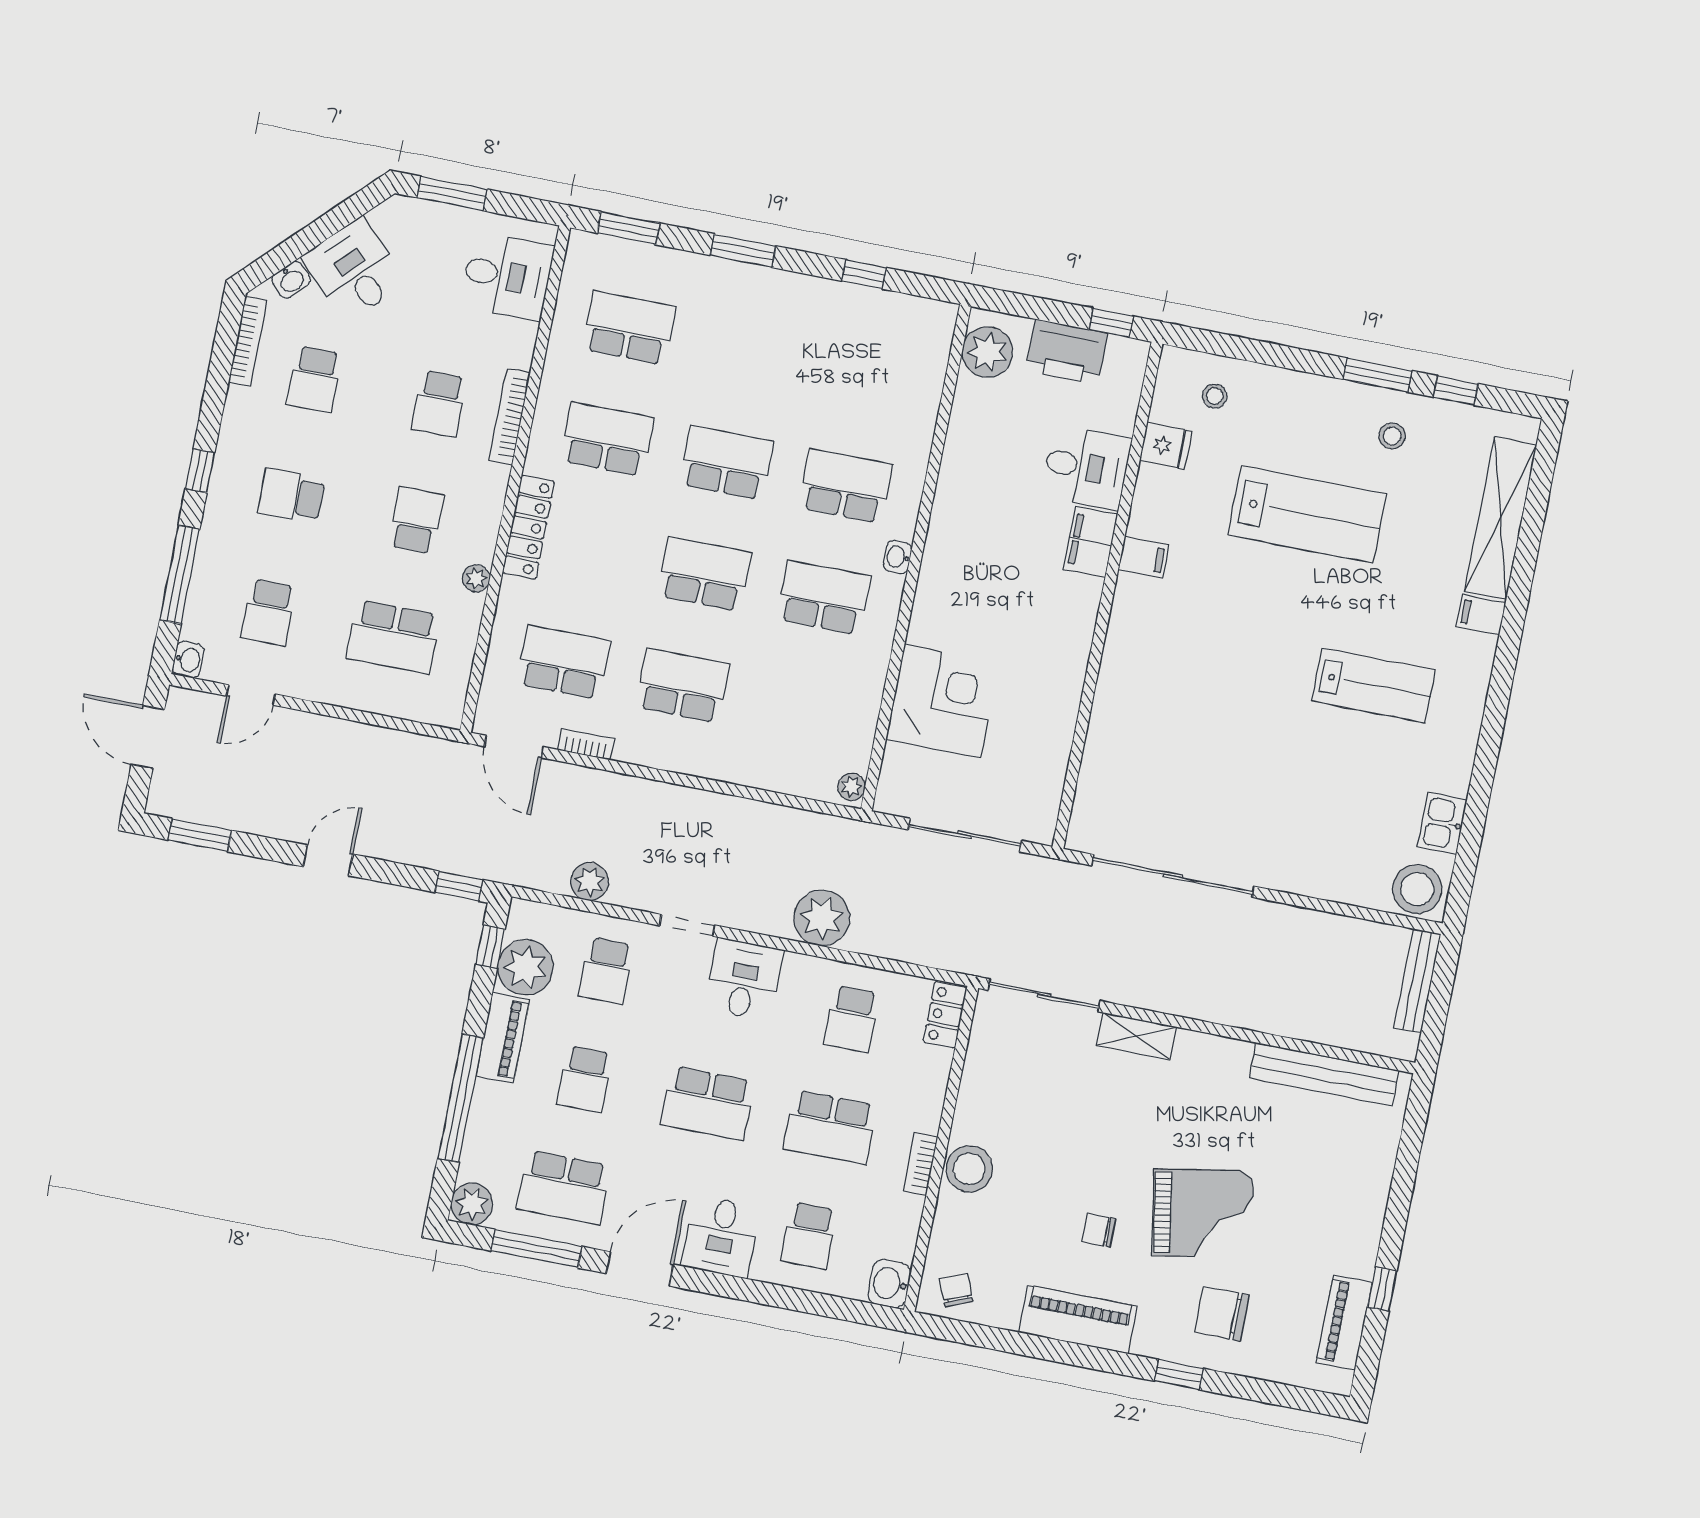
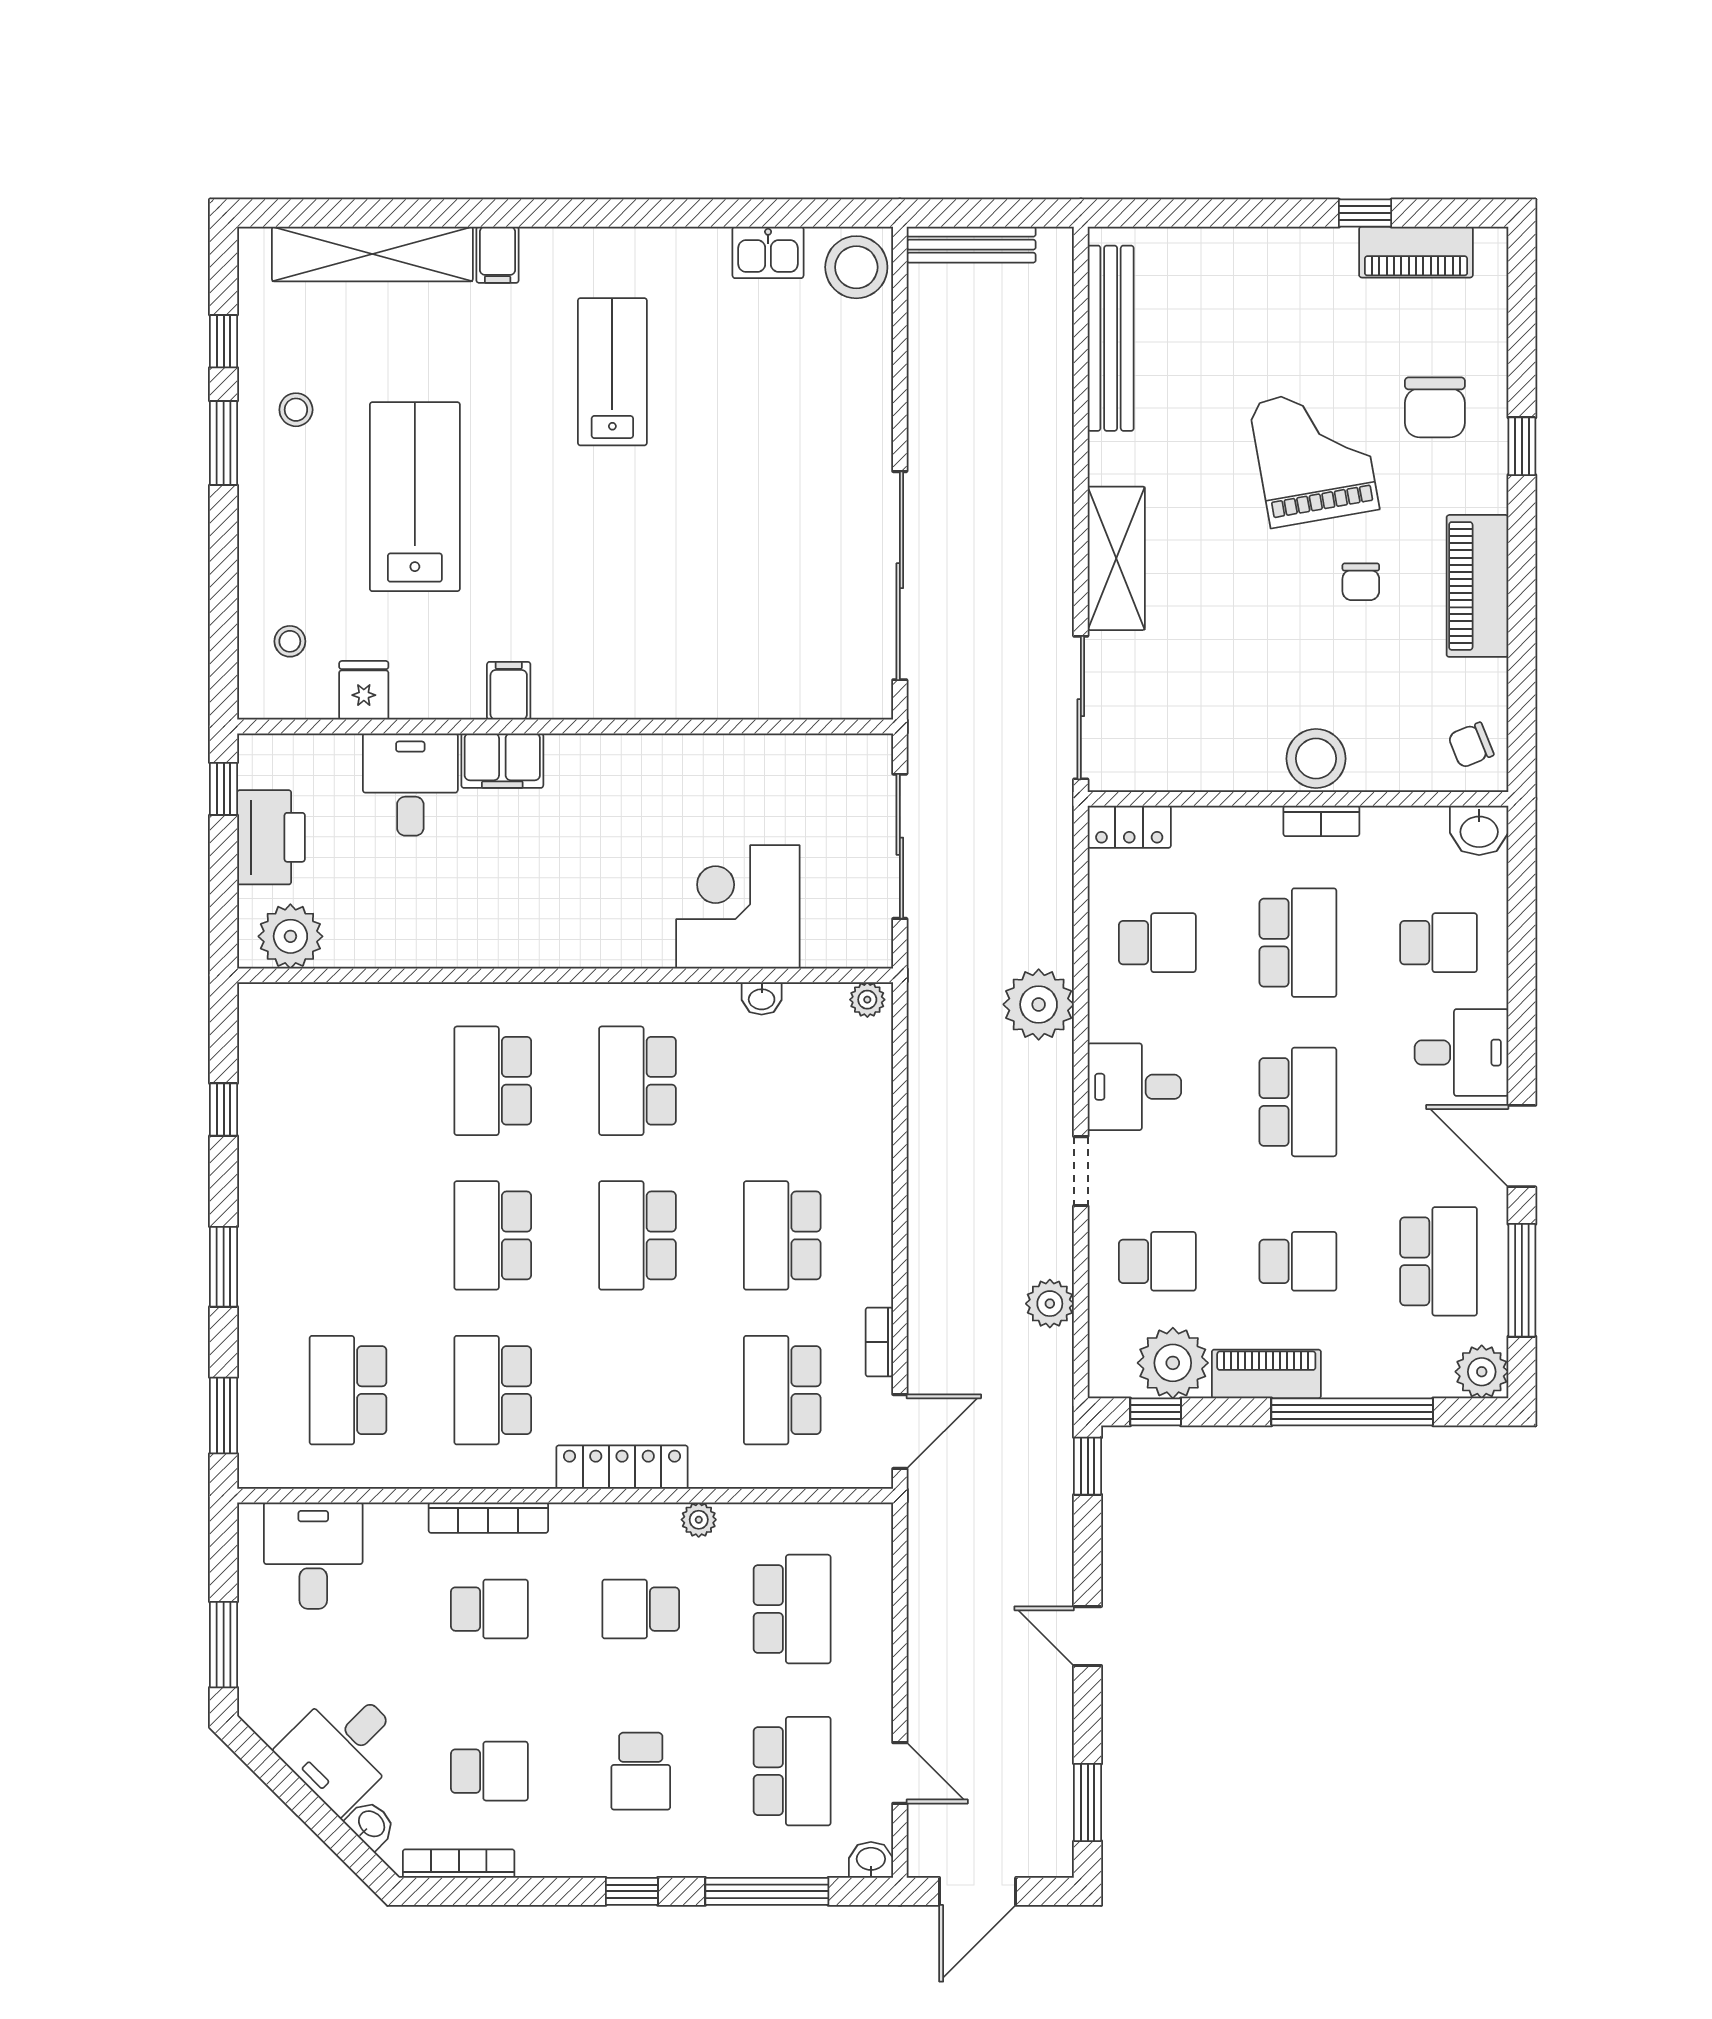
washbasin: (898, 557) -> (762, 998), moved
school desk: (269, 612) -> (792, 1771), width x1.85
shelving: (1136, 1036) -> (1116, 558), width x1.50, depth x1.33

